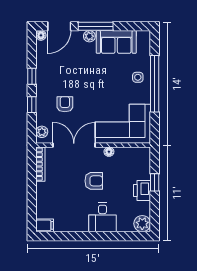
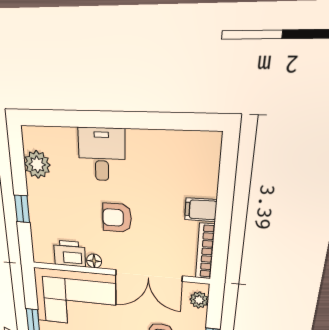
printer: (142, 191) -> (70, 254), moved, turned -90
plant: (142, 224) -> (37, 164), moved
filing cabinet: (45, 225) -> (201, 210), moved

